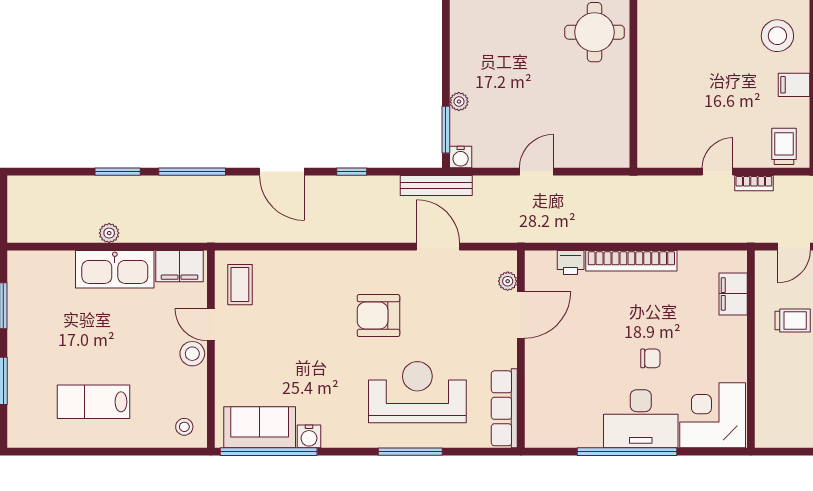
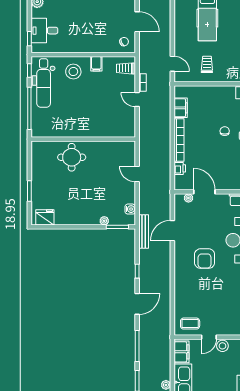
water cooler: (461, 157) -> (130, 209), moved
door: (536, 172) -> (137, 174), moved
filing cabinet: (733, 294) -> (181, 108), moved, turned -90

